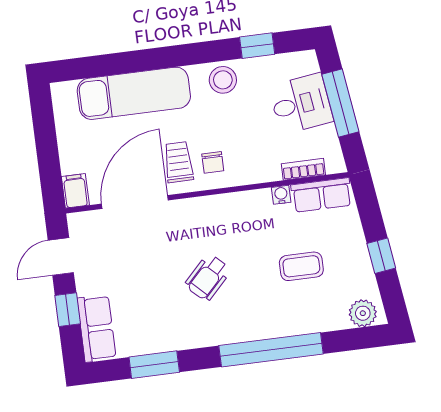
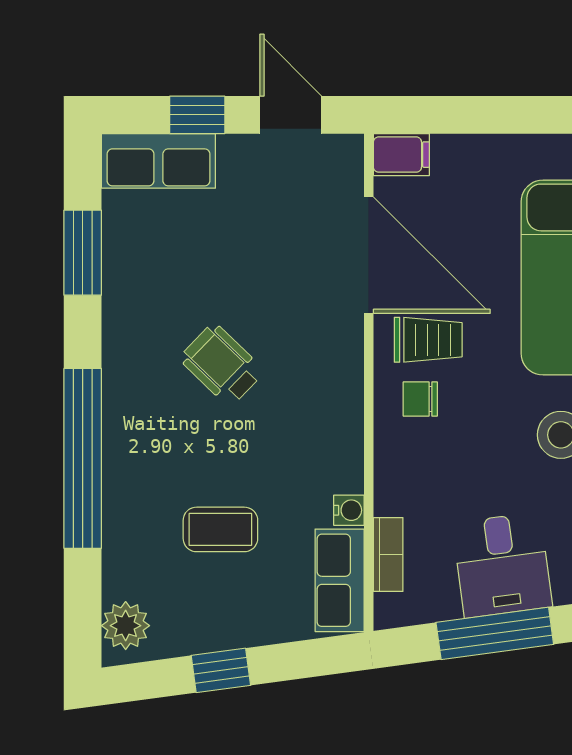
coffee table: (301, 266) -> (220, 529), turned 90

